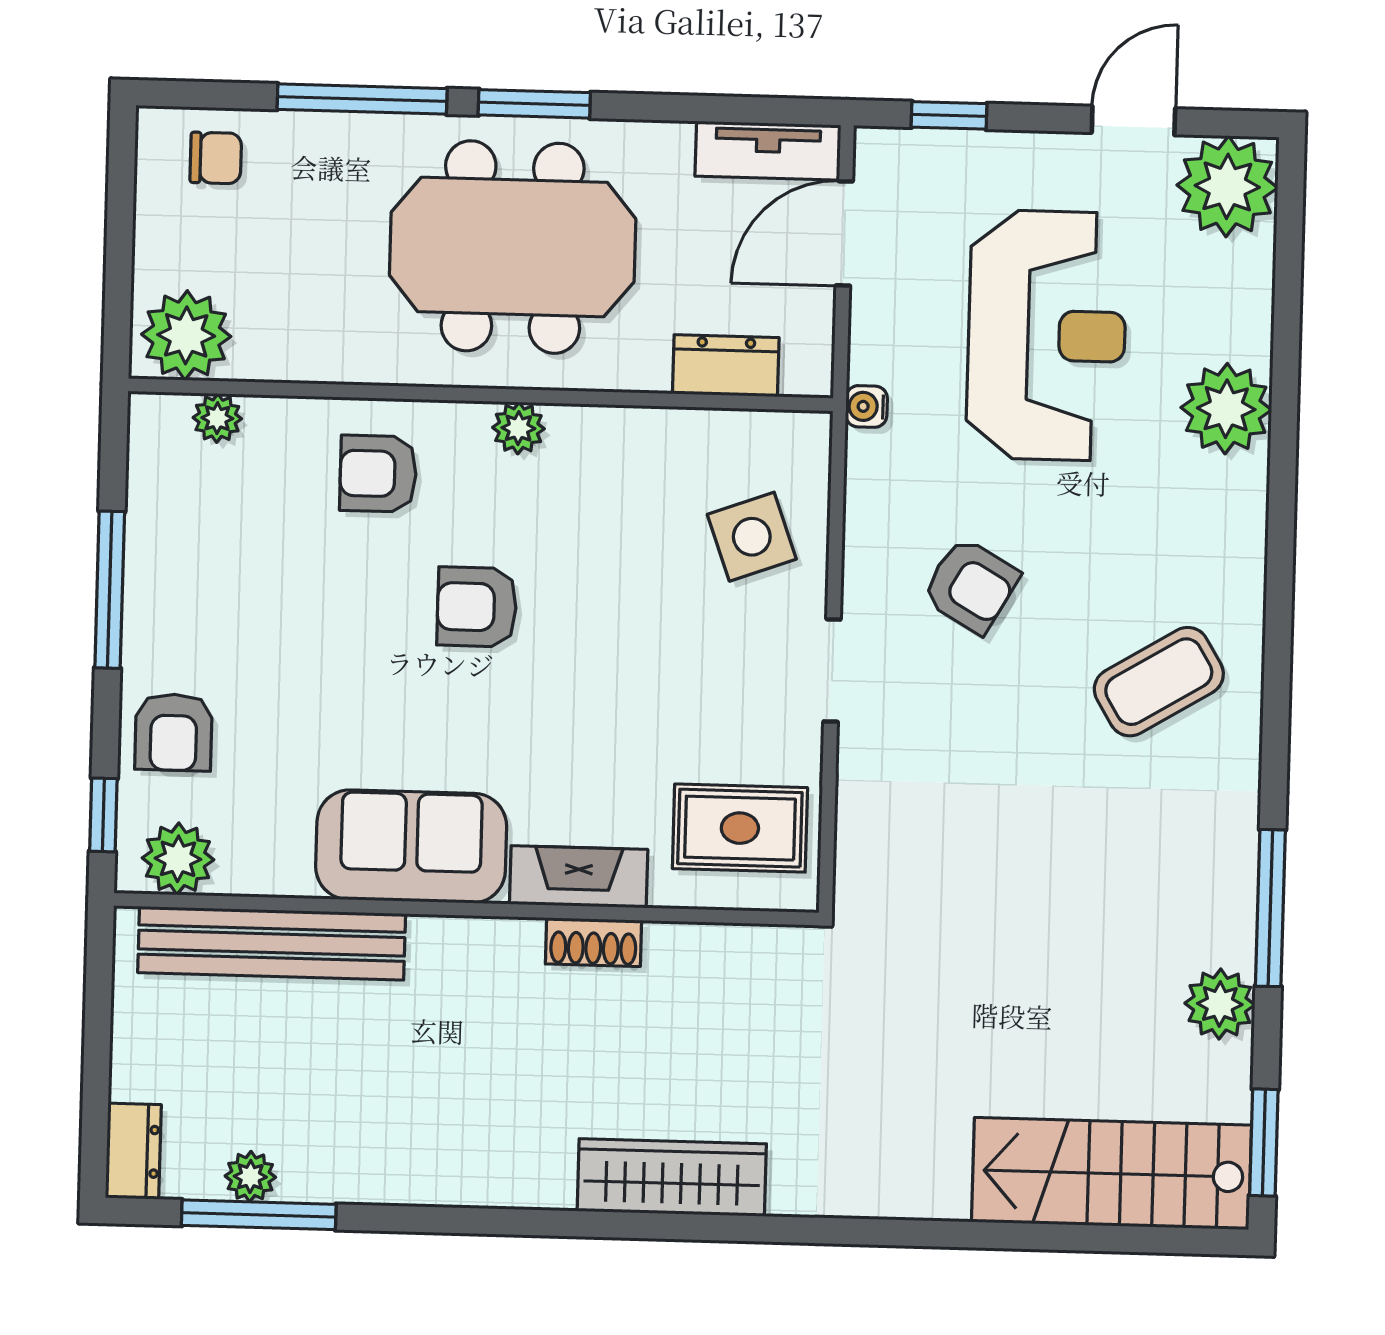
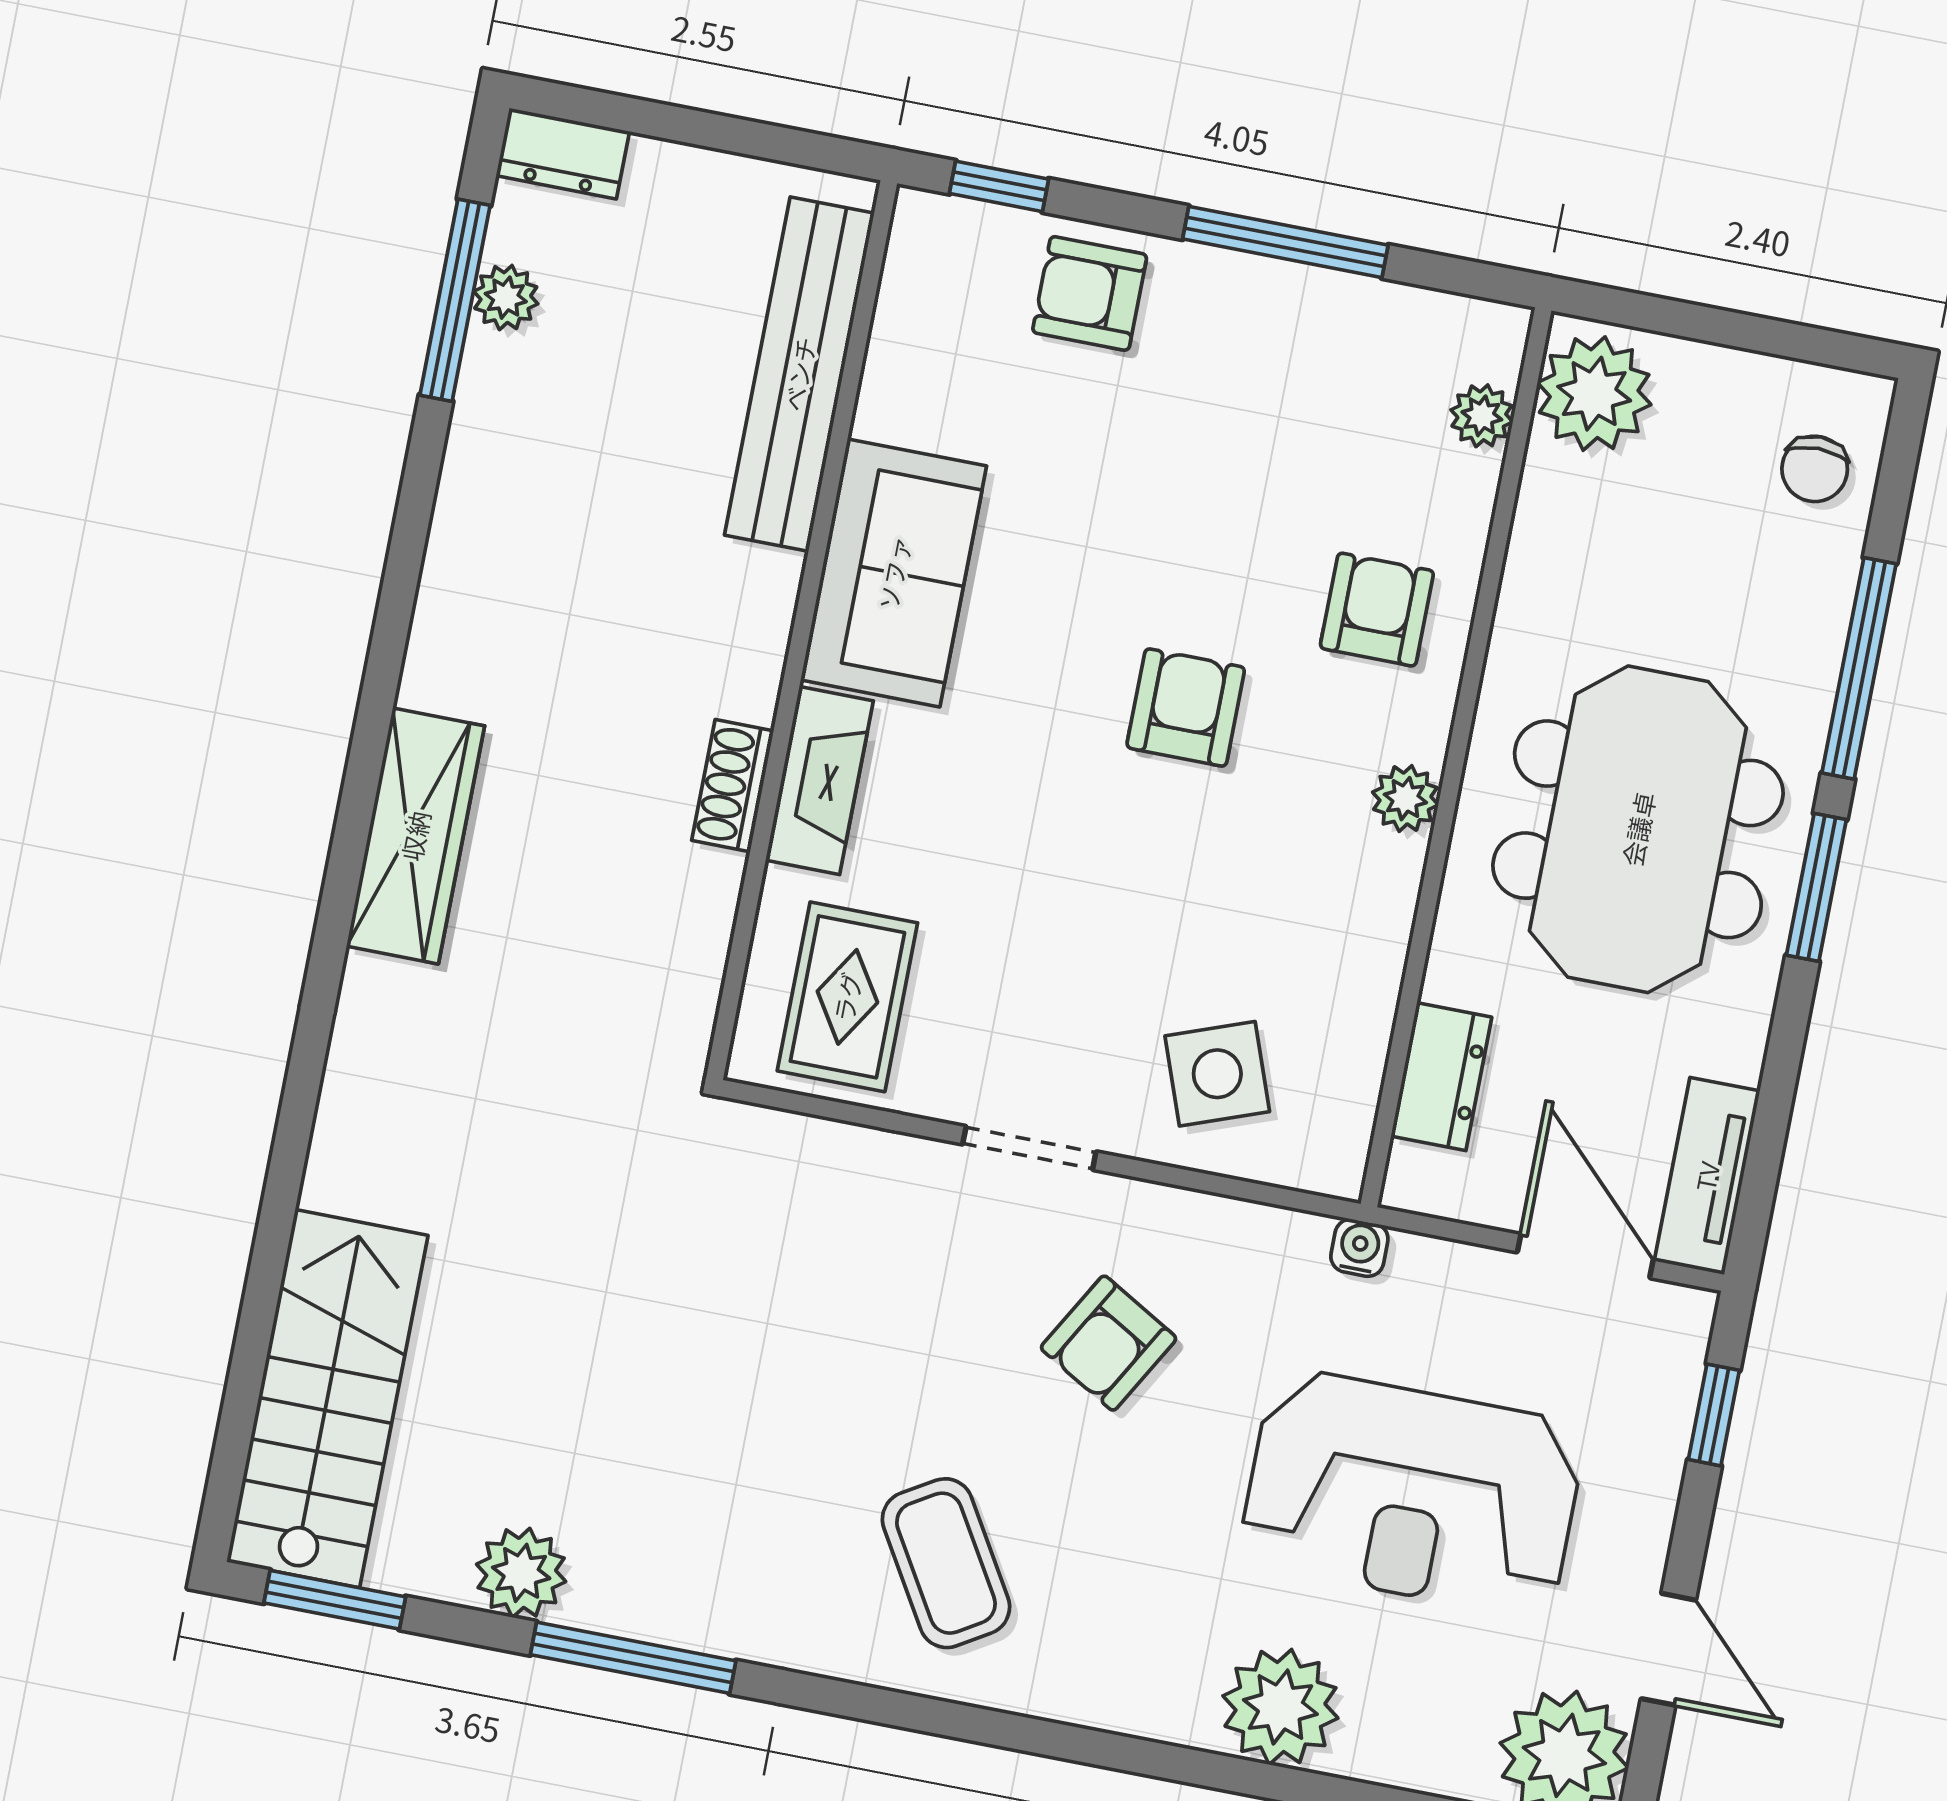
plant: (178, 859) -> (927, 272), removed

